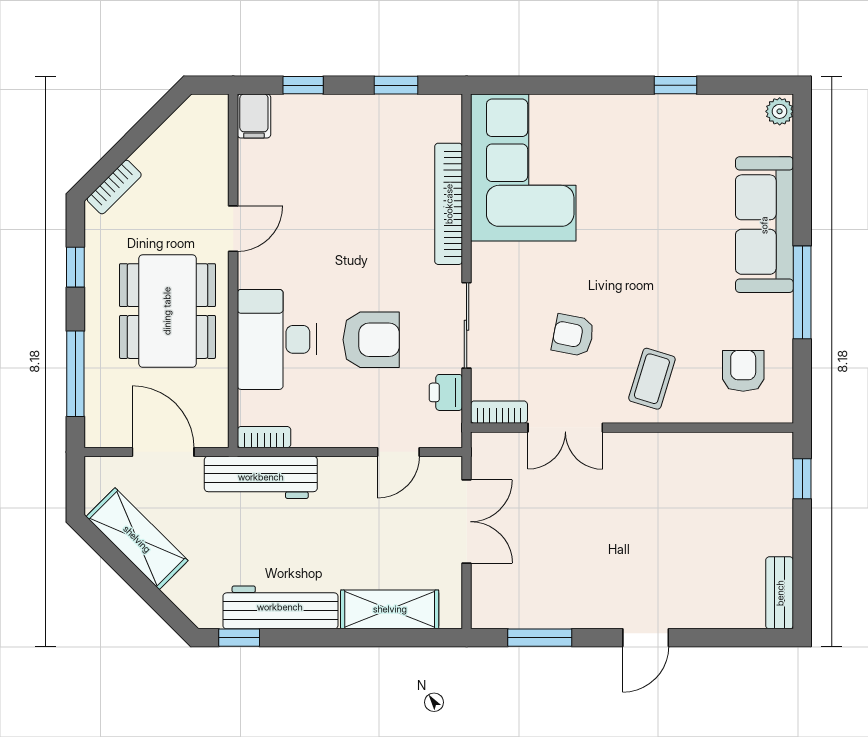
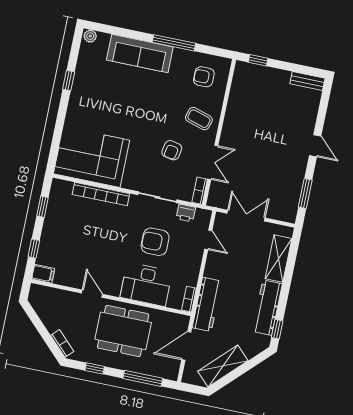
armchair: (371, 340) -> (155, 242), turned -90

